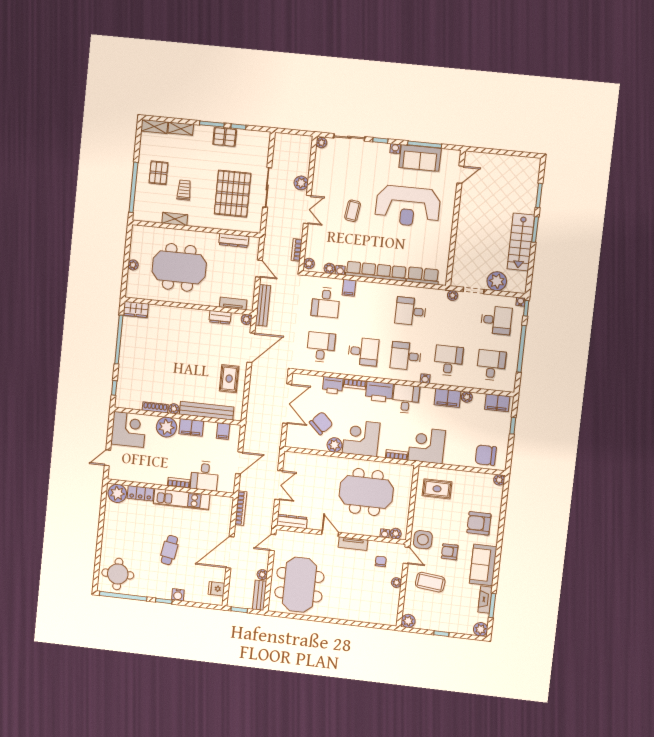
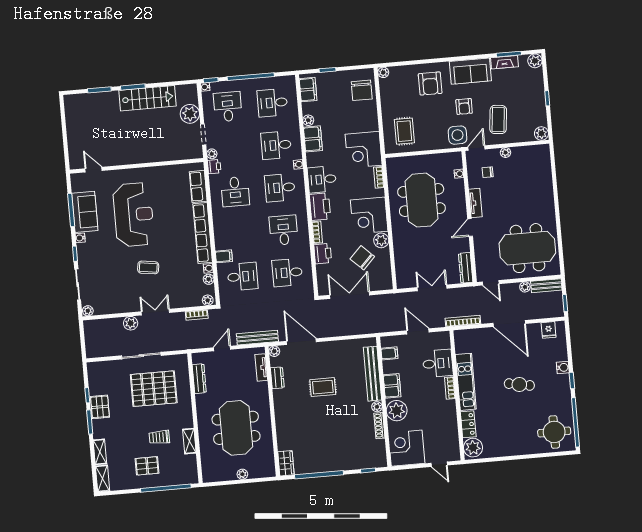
printer: (439, 295) -> (214, 167), added
desk: (406, 356) -> (280, 188), turned 90
rug: (229, 379) -> (323, 387), moved
plant: (396, 534) -> (457, 163), removed

